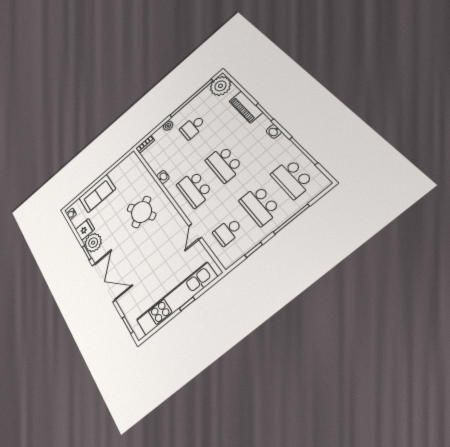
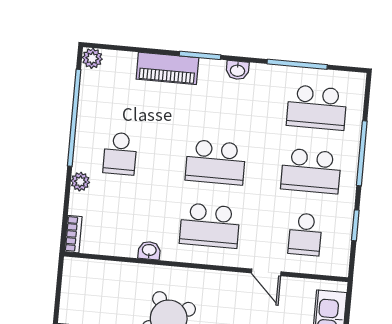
plant: (220, 86) -> (92, 58), width x0.53, depth x0.53

